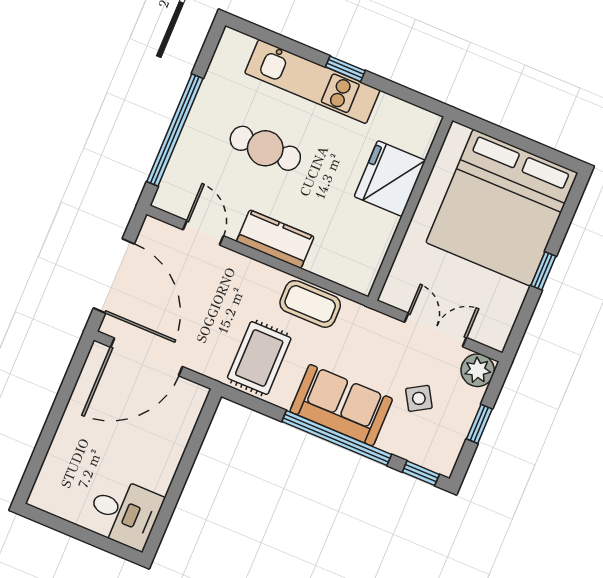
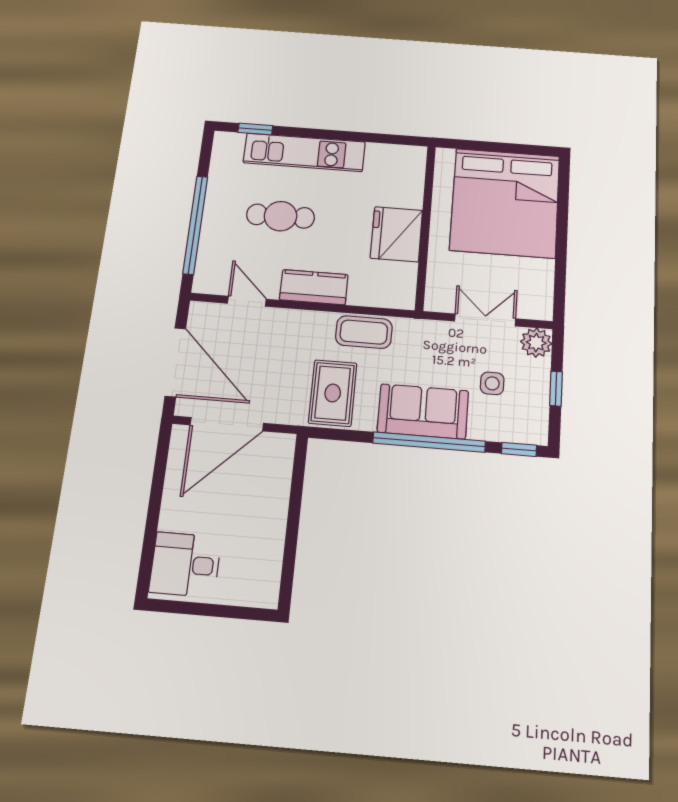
window: (345, 69) -> (255, 129), moved
fridge: (390, 179) -> (396, 234), moved
window: (543, 271) -> (561, 243), removed
side table: (419, 398) -> (492, 383), turned 31
desk: (124, 513) -> (185, 565), moved, turned 180

